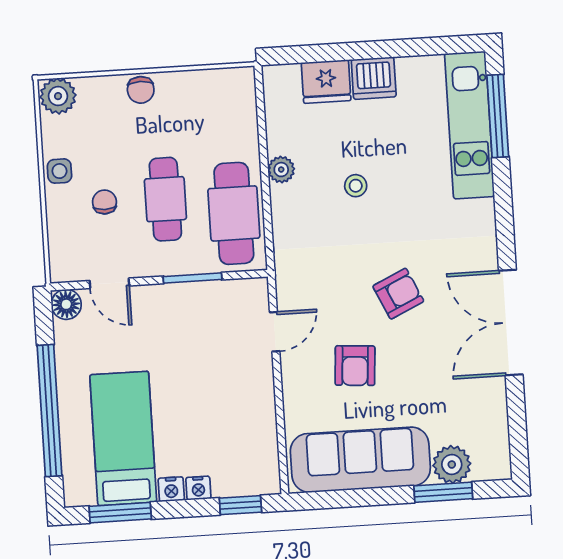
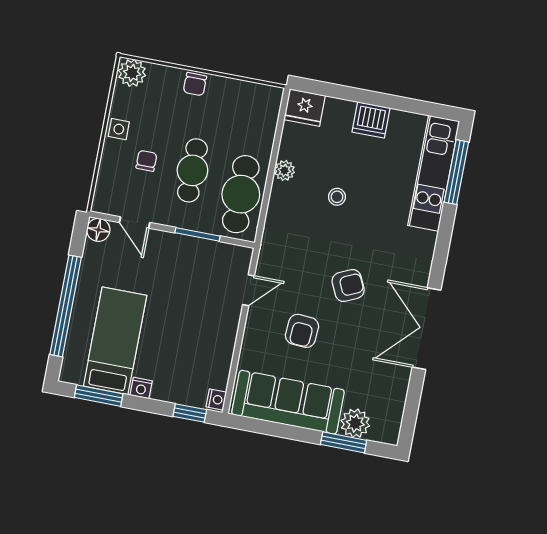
fridge: (326, 82) -> (305, 108), moved
nightstand: (198, 488) -> (216, 399), moved, turned -90

